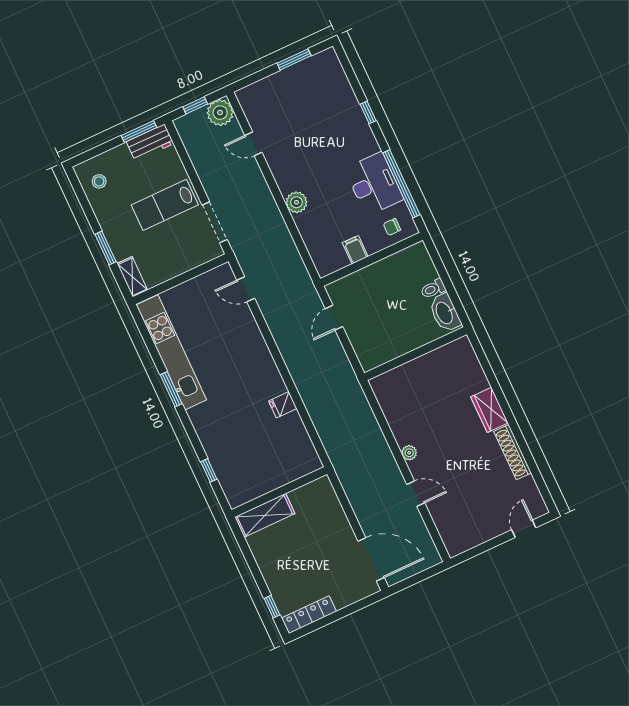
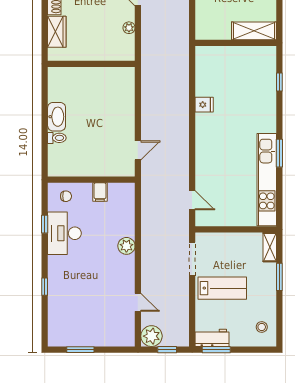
window: (401, 184) -> (45, 224), width x0.32
wall: (415, 354) -> (91, 64), moved

